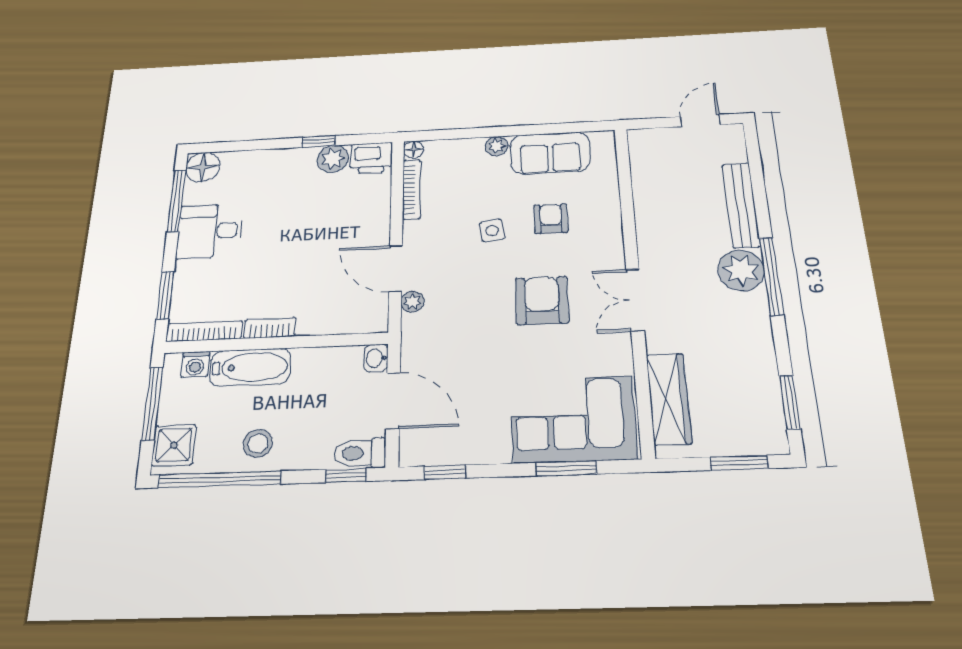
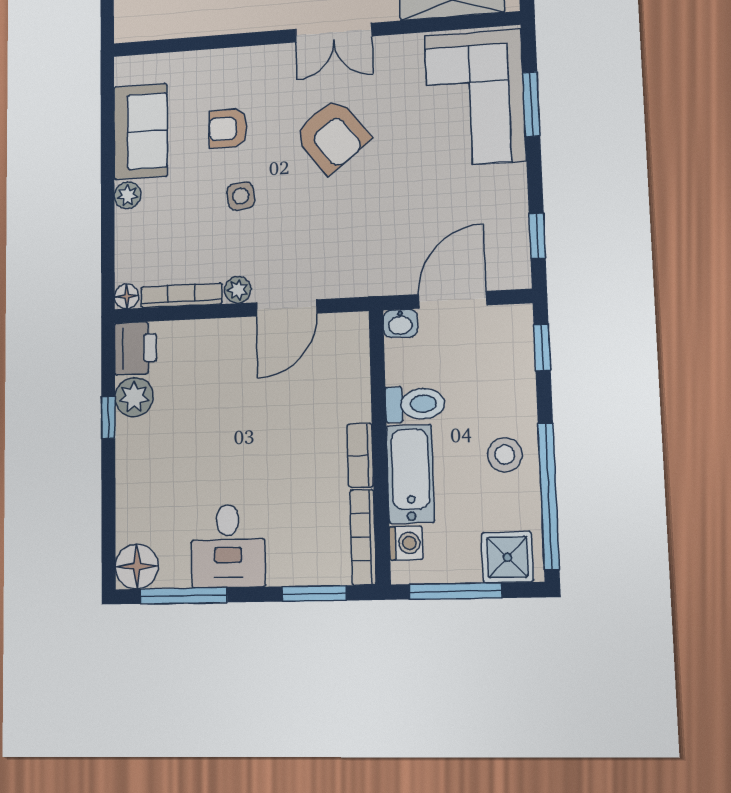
armchair: (542, 300) -> (332, 136), turned -128
plant: (412, 302) -> (238, 290), moved
toilet: (360, 453) -> (415, 404), moved, turned -90

